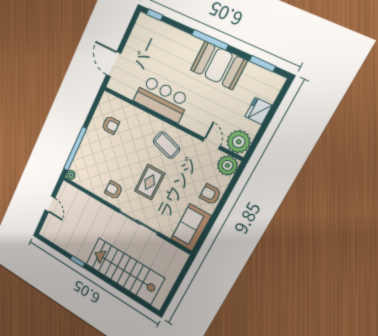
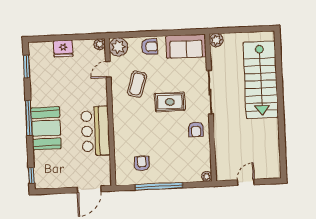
booth: (219, 65) -> (46, 128), moved
plant: (239, 142) -> (100, 44), width x0.53, depth x0.53
coffee table: (166, 145) -> (137, 84), moved
window: (75, 149) -> (159, 186), moved
armchair: (210, 194) -> (149, 47), turned -90
plant: (181, 257) -> (216, 40), added
window: (77, 261) -> (281, 127), removed

